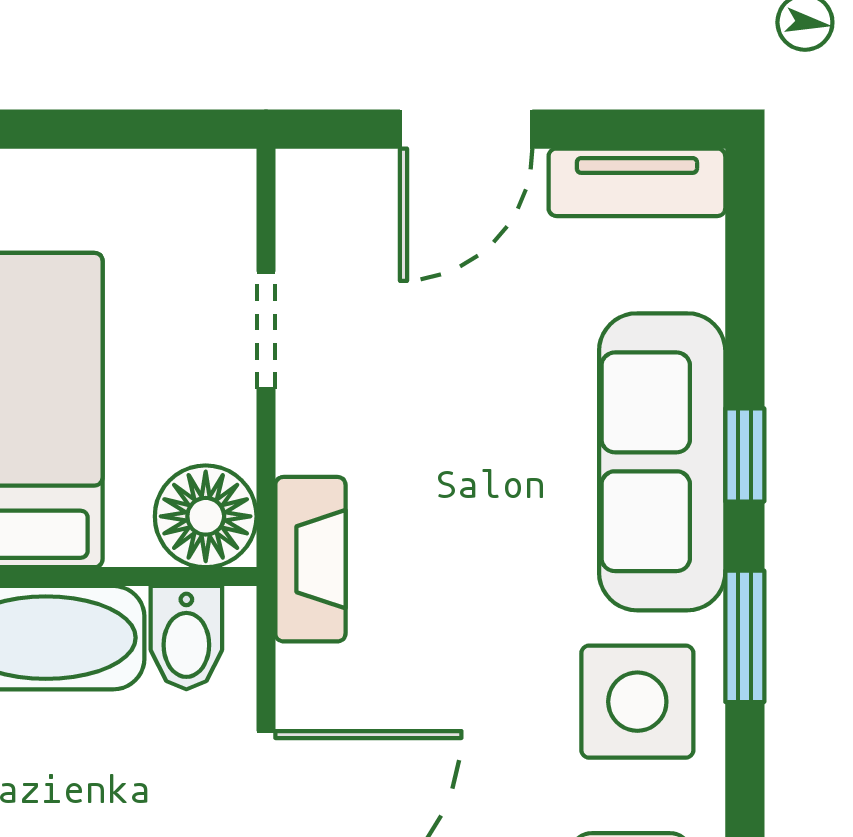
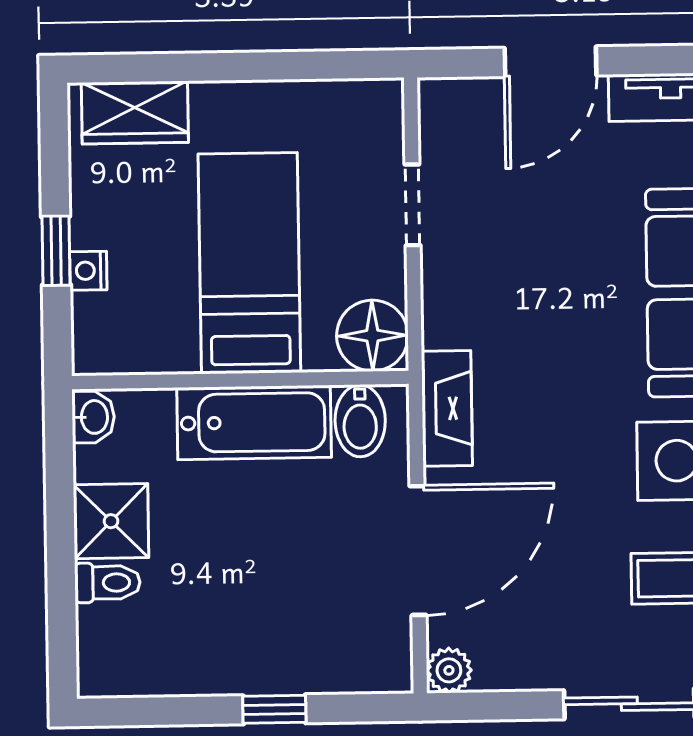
fireplace: (310, 559) -> (447, 408), moved

